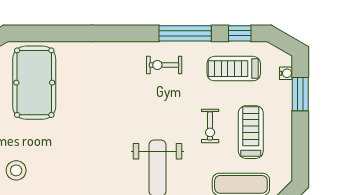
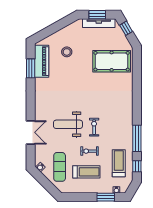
exercise bike: (164, 65) -> (94, 127), moved

